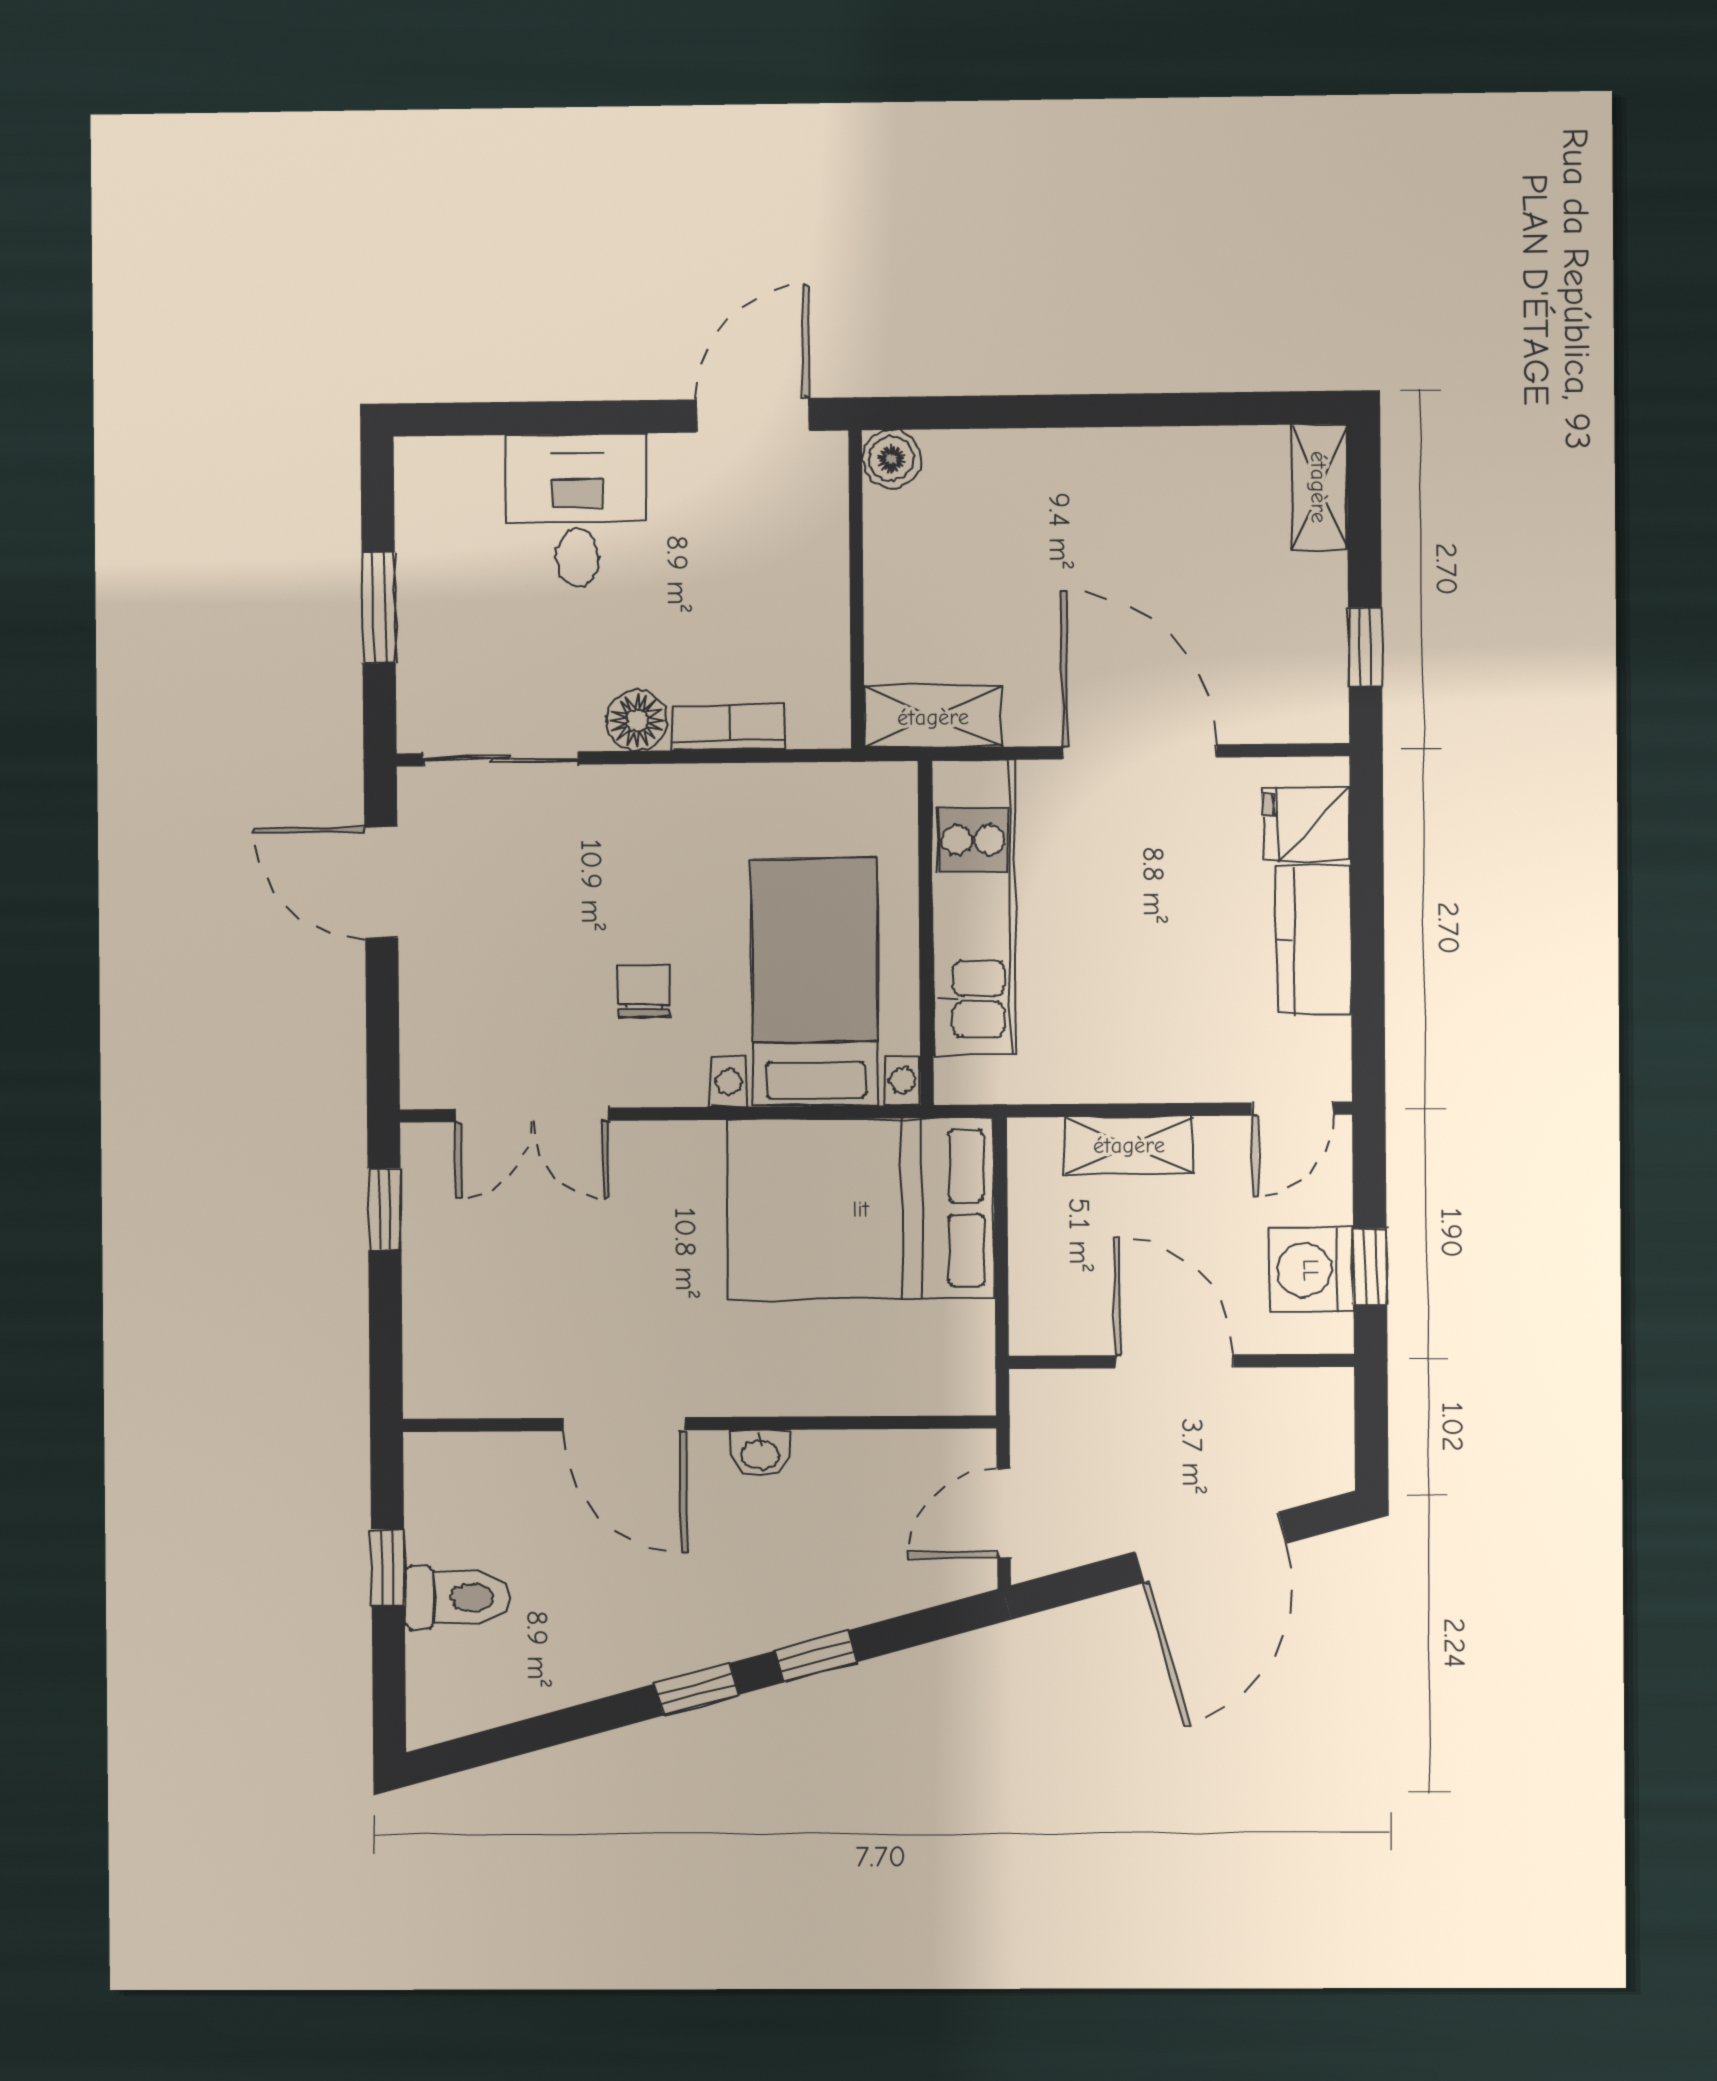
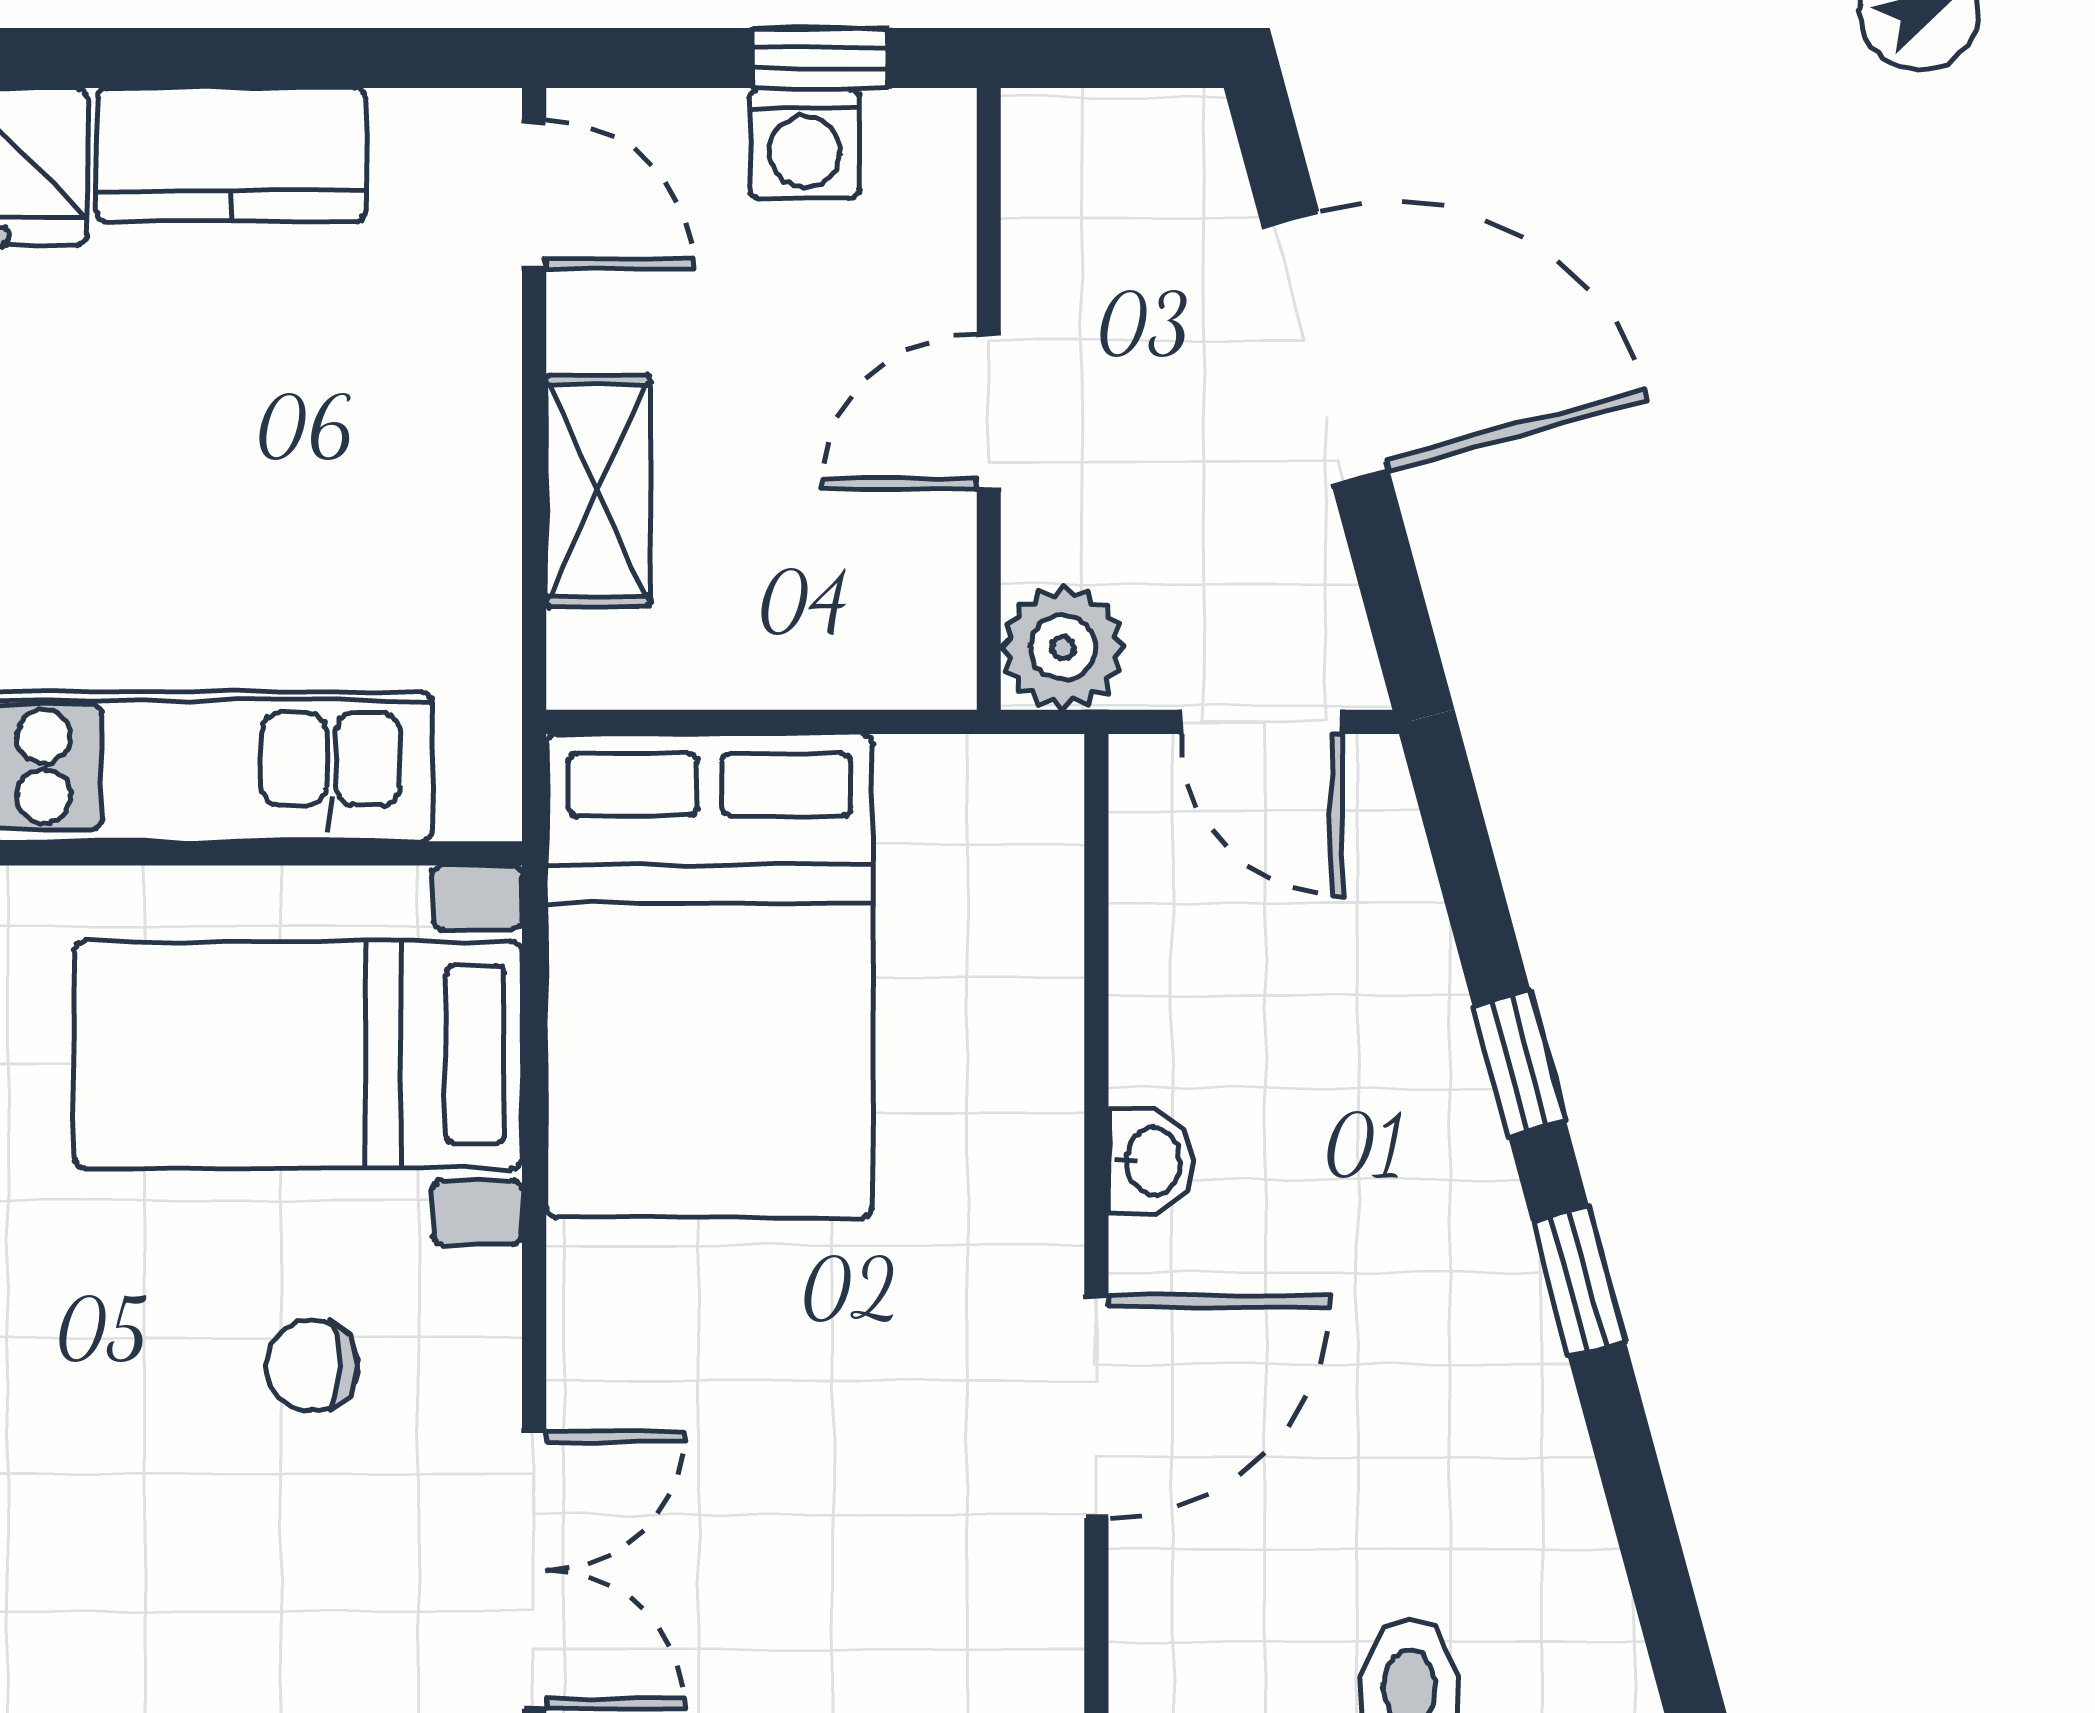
washing machine: (1311, 1270) -> (805, 143), width x0.73, depth x0.73
door: (1174, 1361) -> (989, 412), width x0.73
plant: (1044, 1403) -> (1063, 648), added

